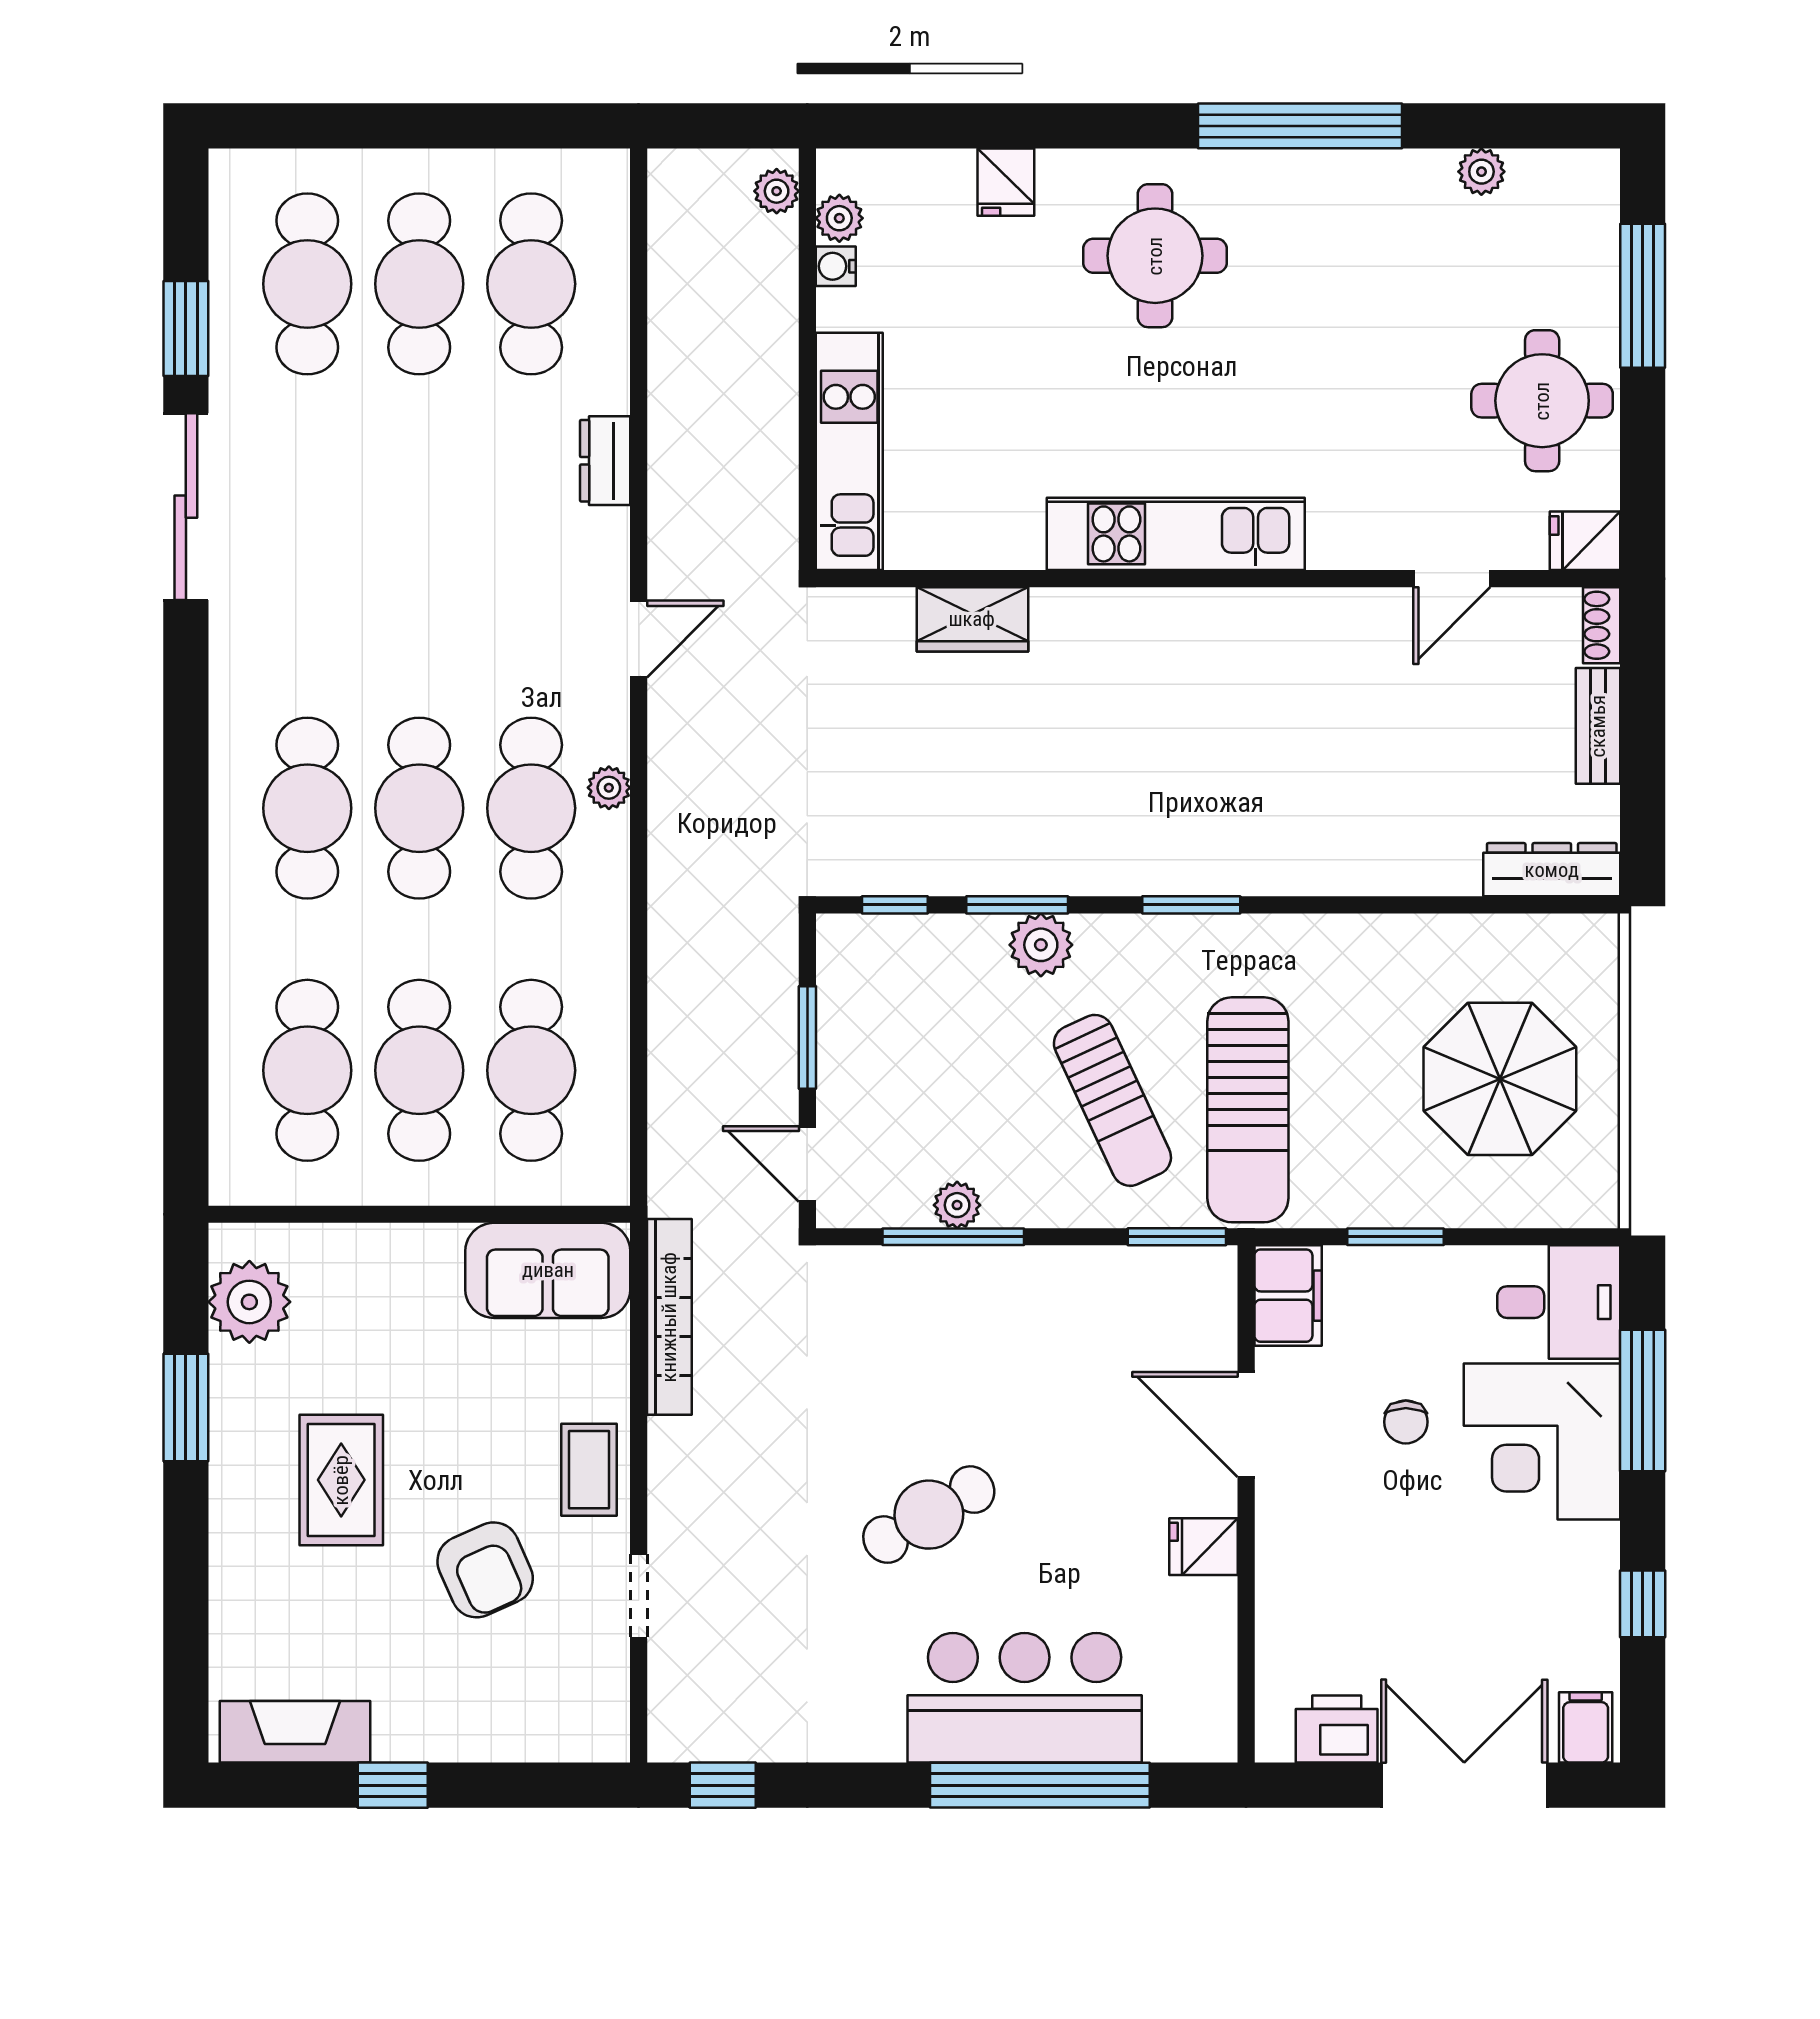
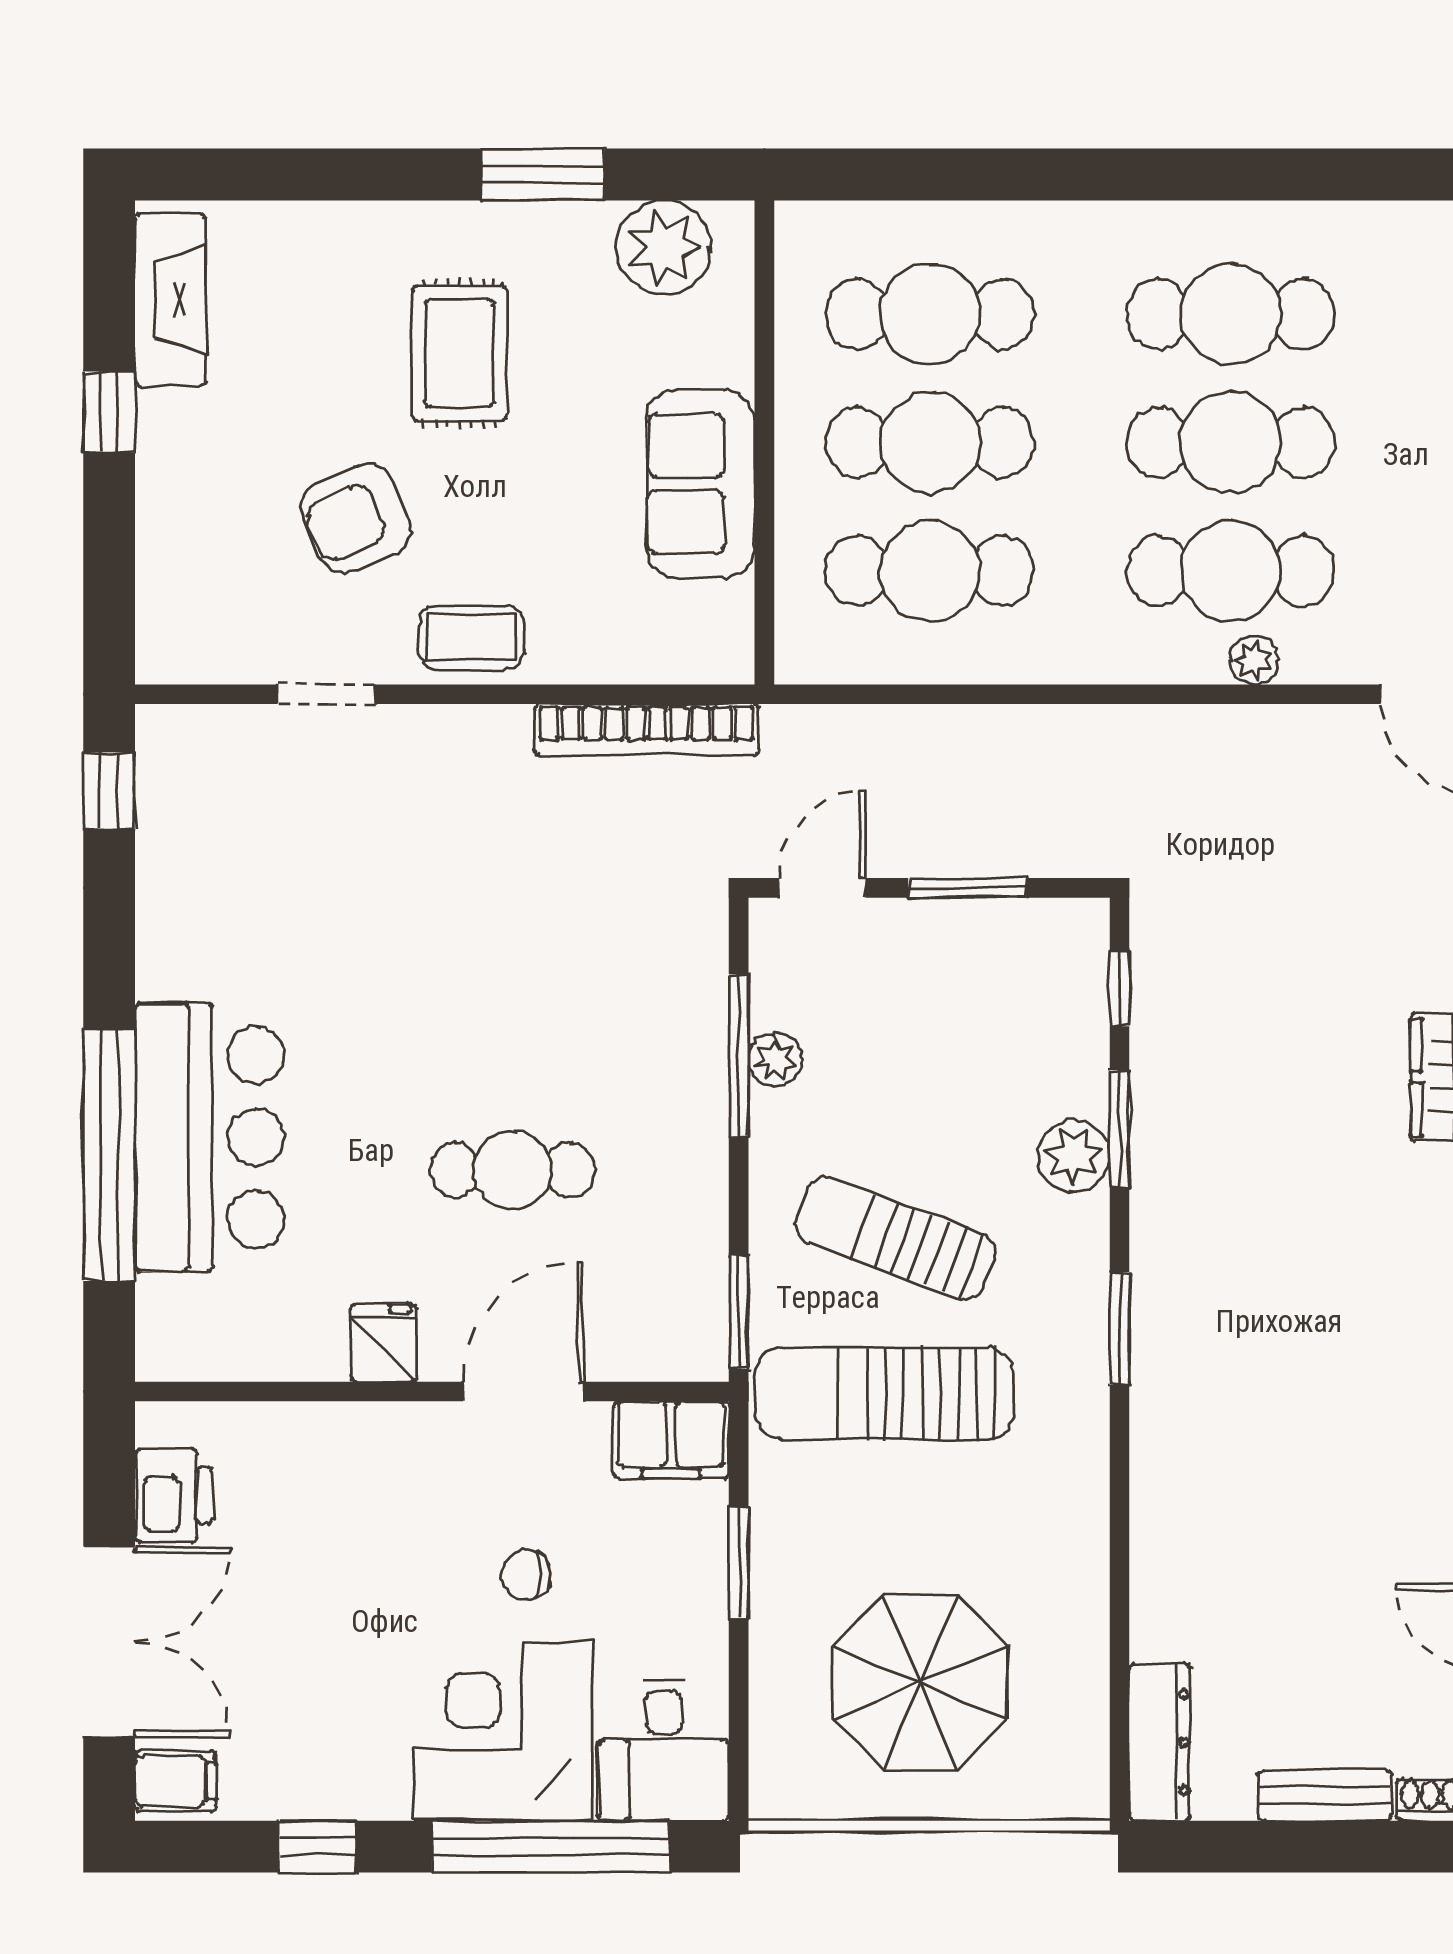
sun lounger: (1112, 1100) -> (895, 1238), turned 45
sofa: (548, 1270) -> (700, 484), moved
window: (1643, 1400) -> (551, 1847), width x1.46
rug: (341, 1480) -> (460, 353), turned 90
cafe table: (929, 1515) -> (512, 1170), moved, turned -60

